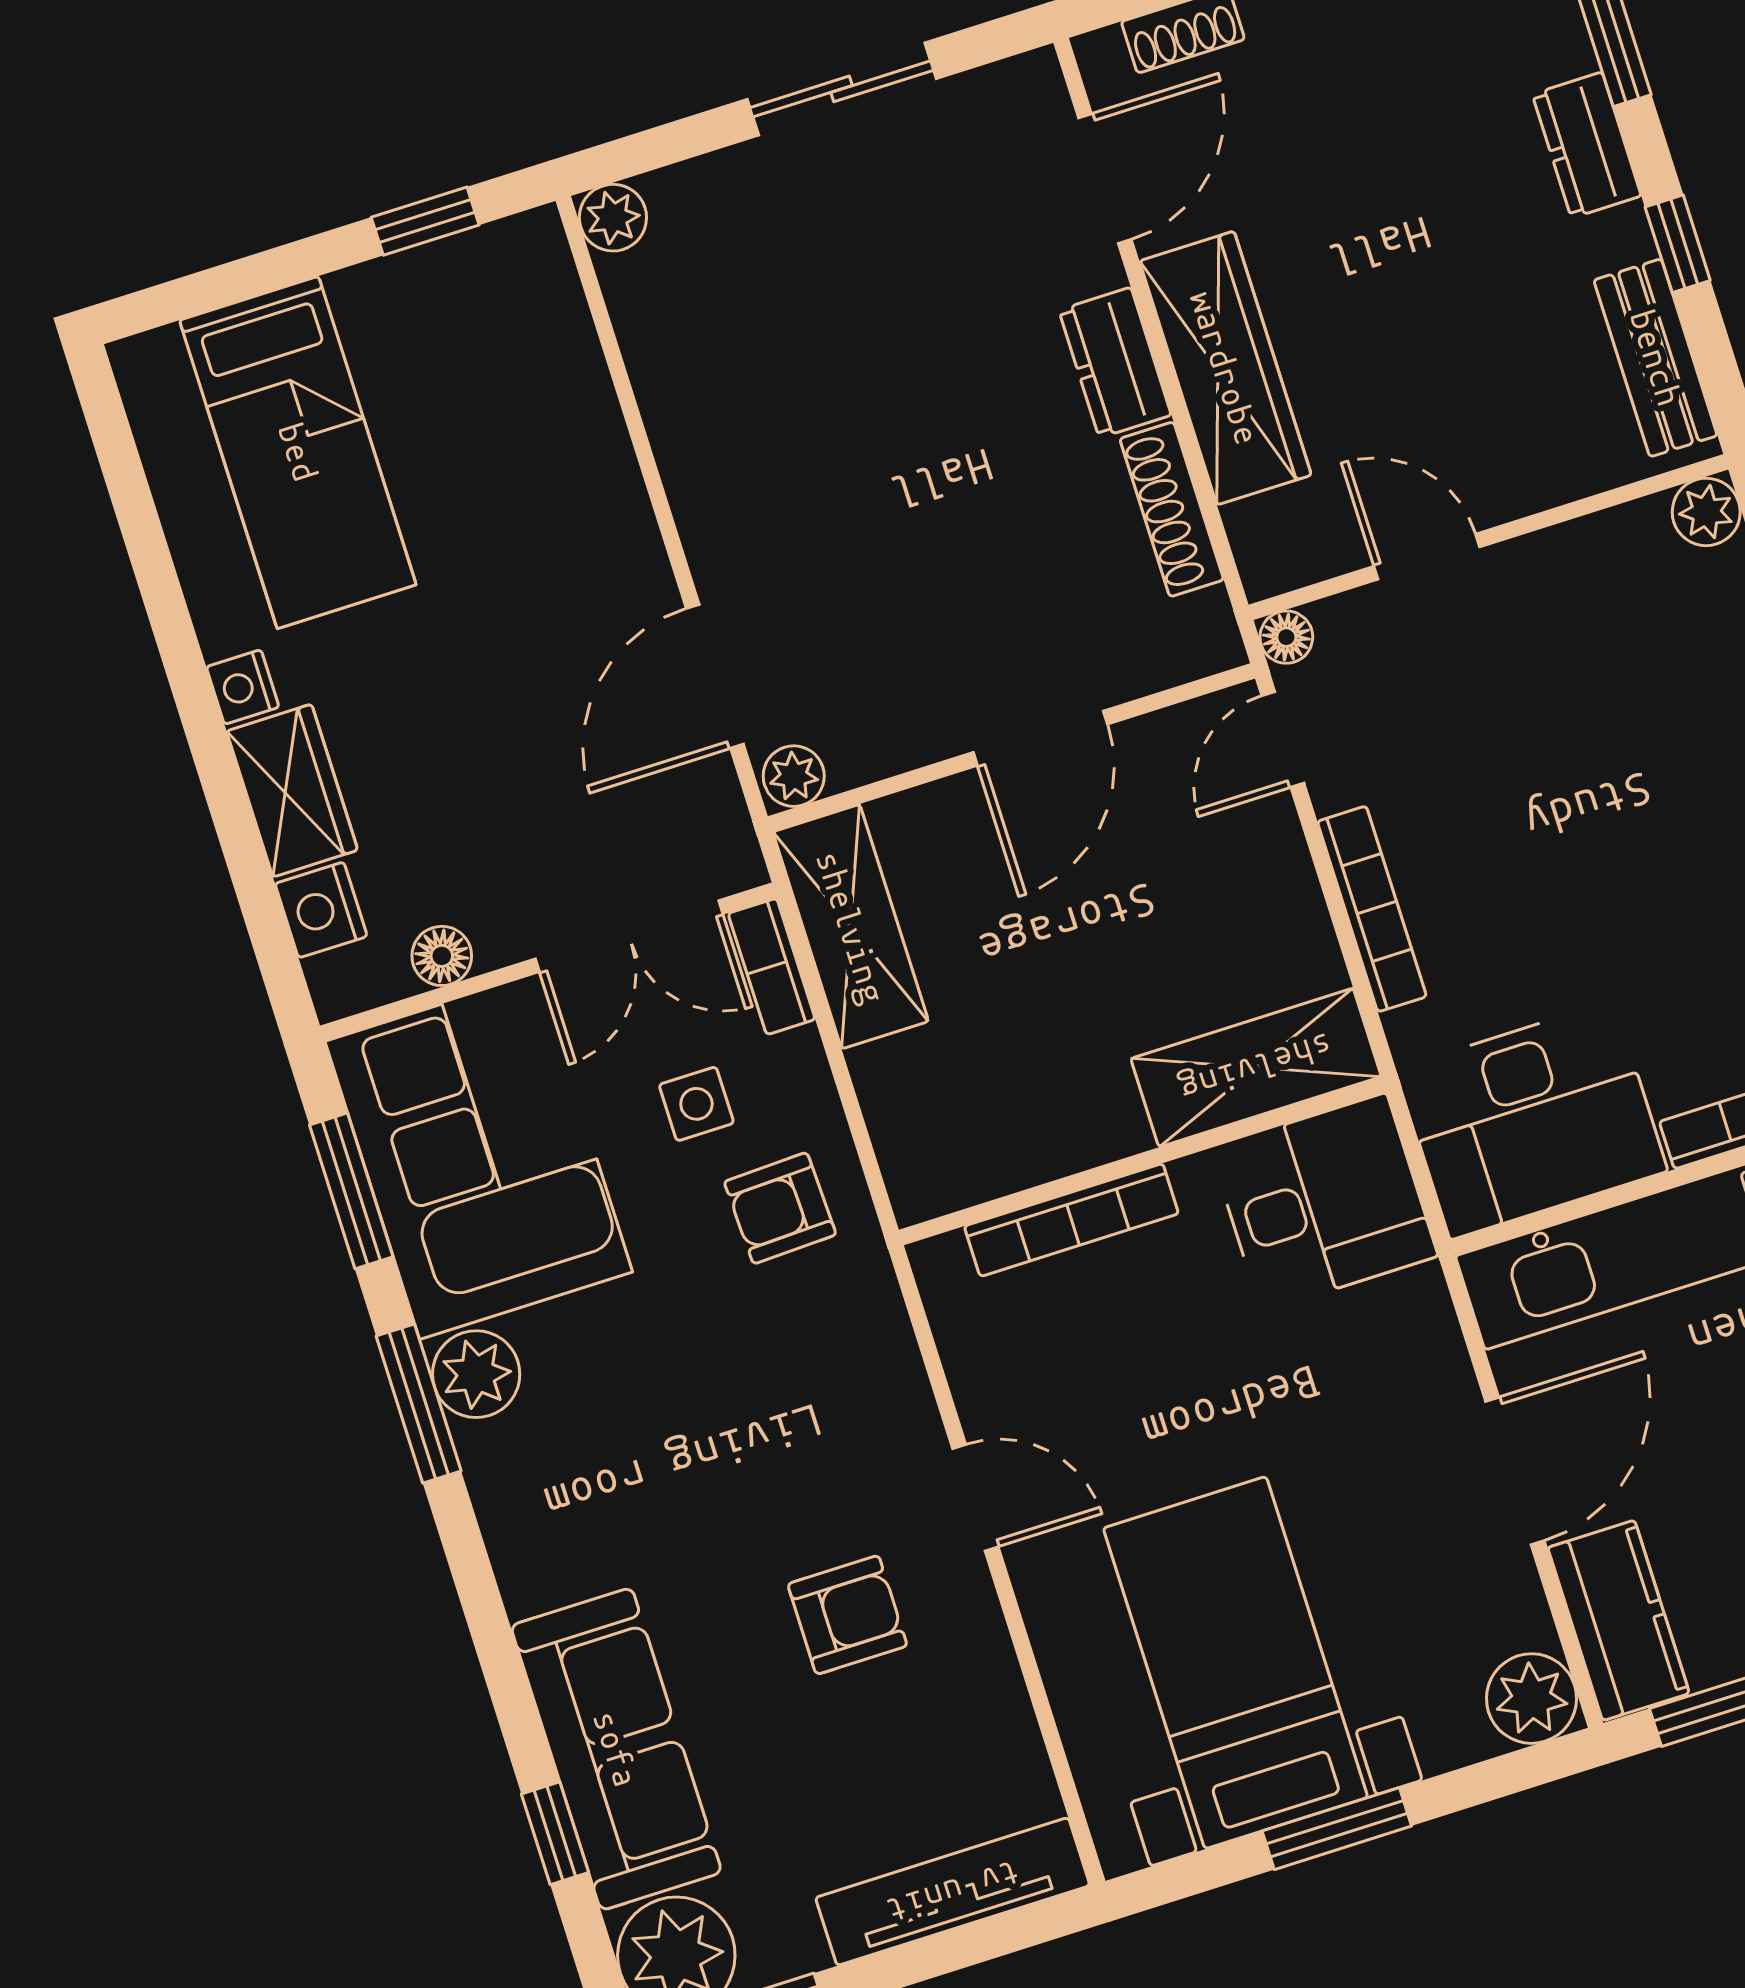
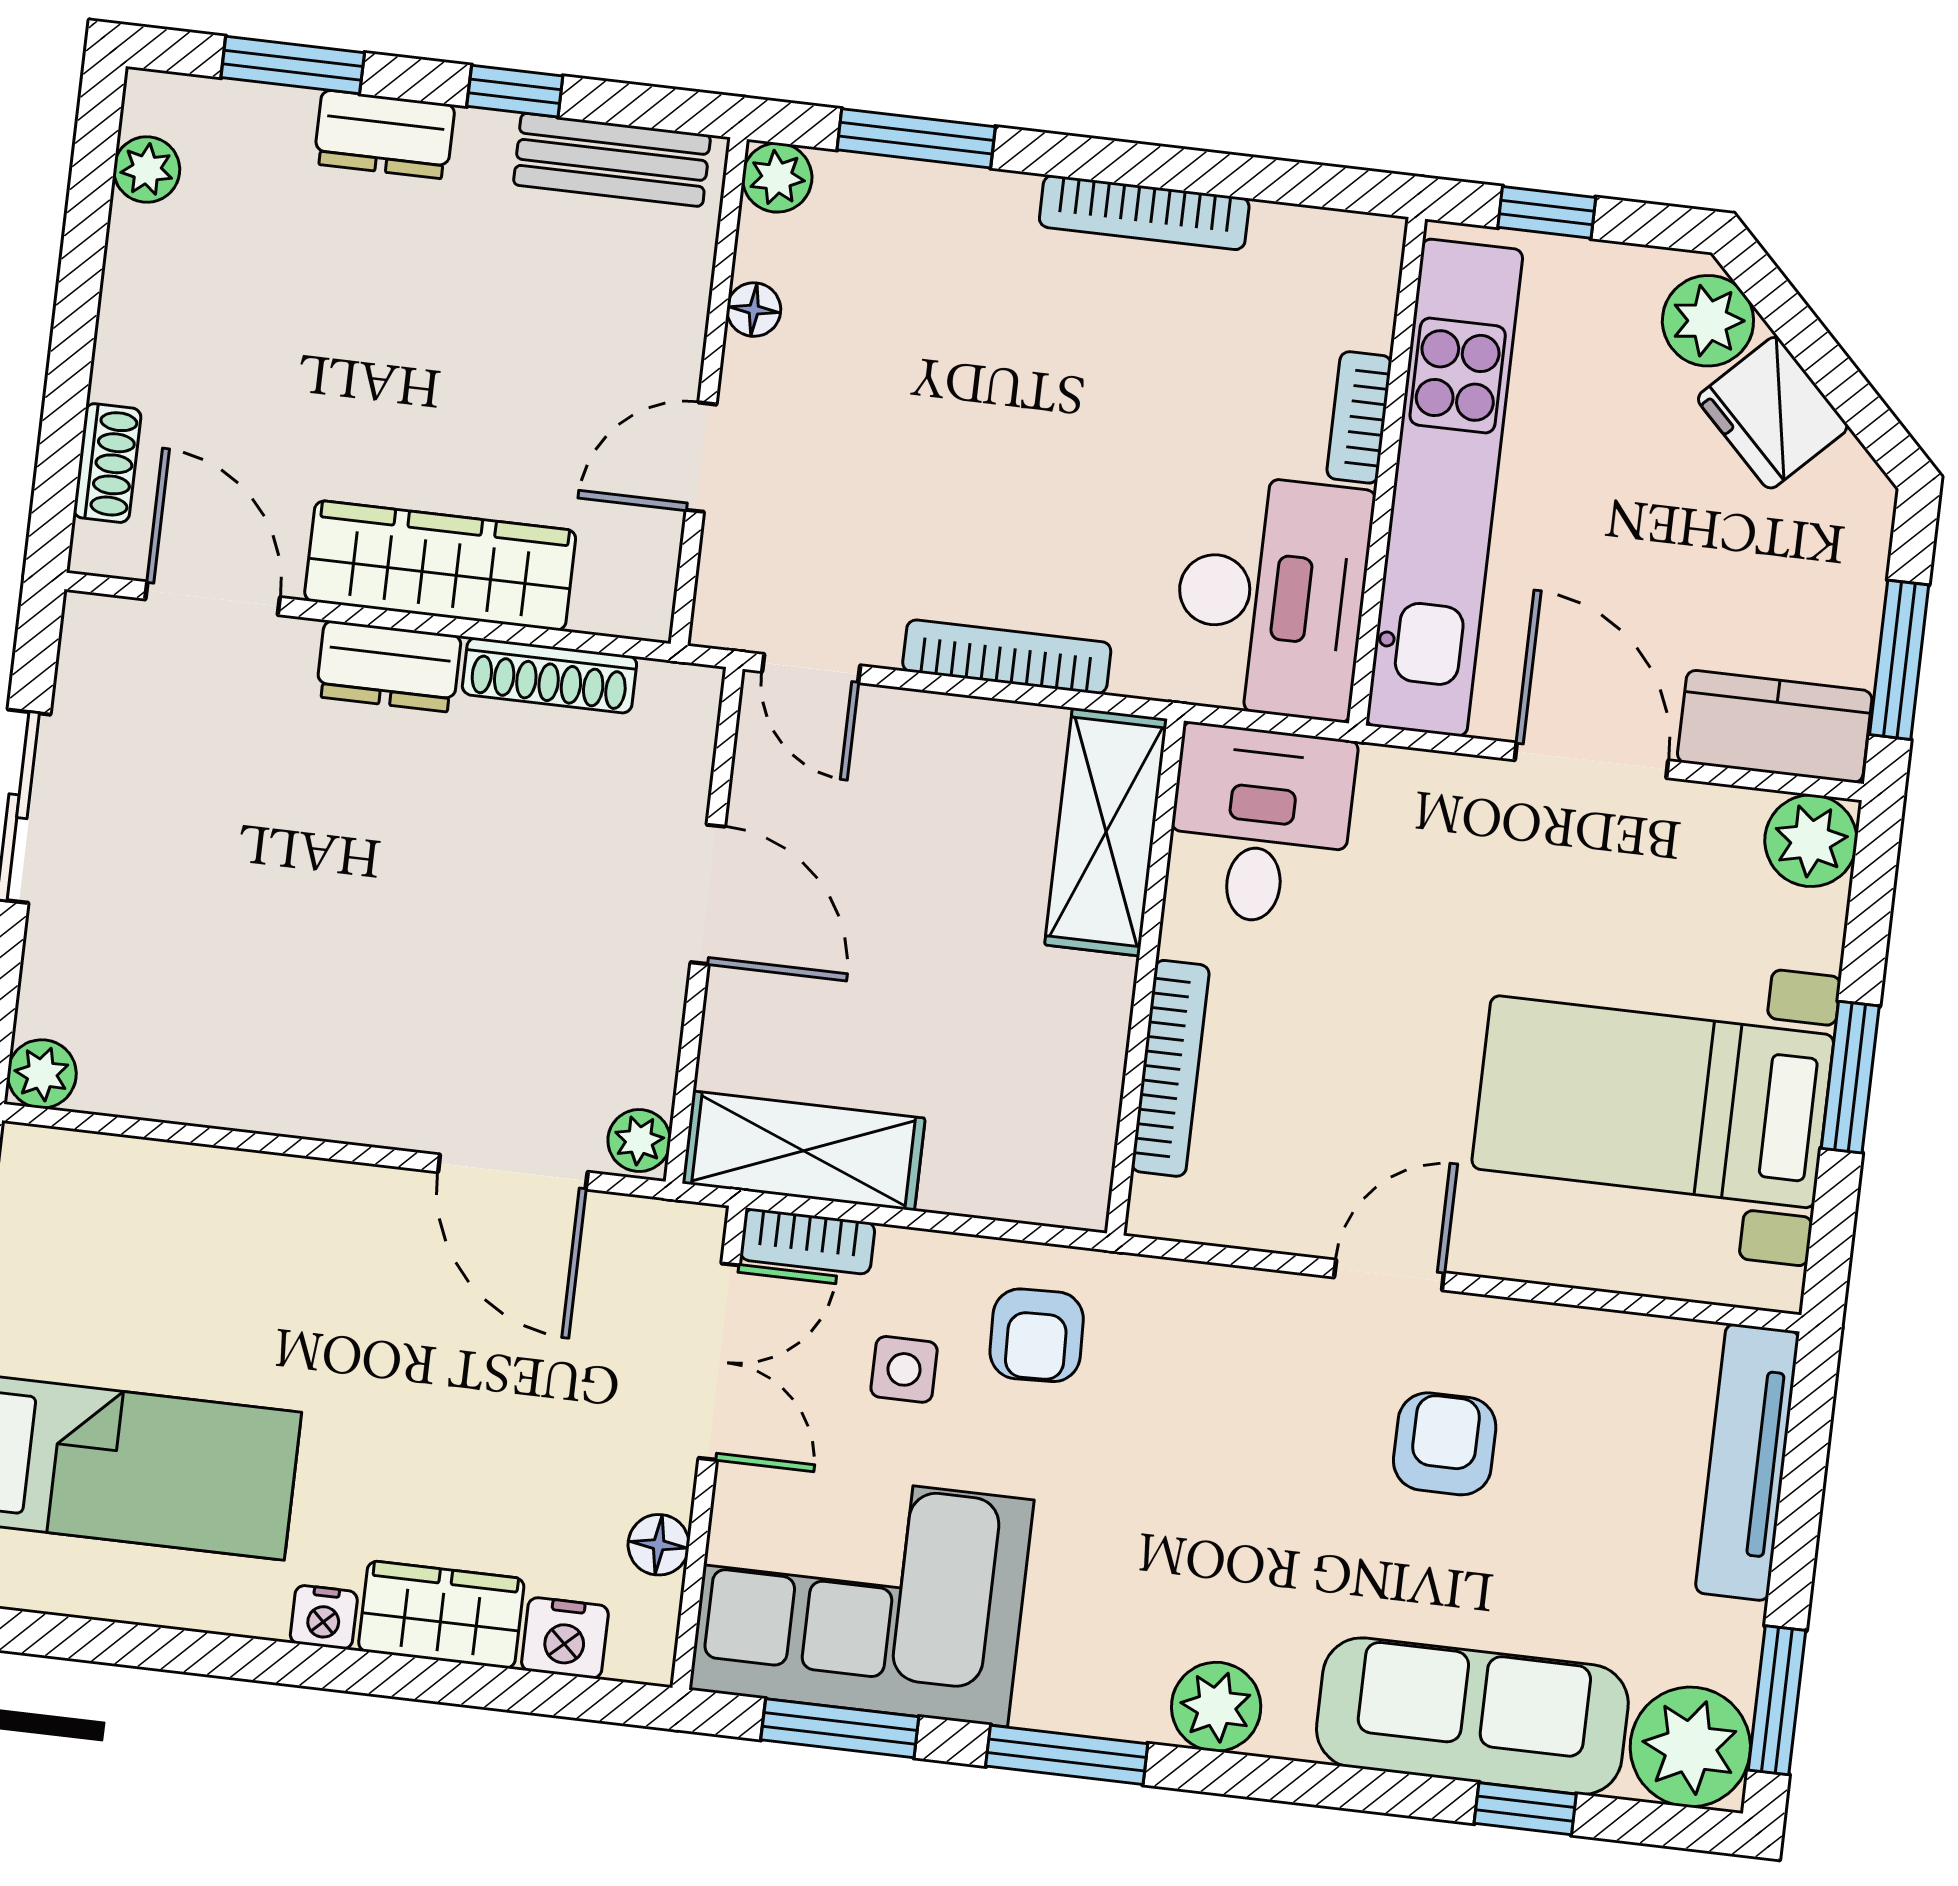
floor lamp: (1286, 637) -> (754, 310), moved
plant: (476, 1374) -> (1216, 1707), moved

